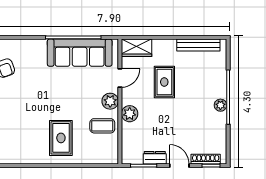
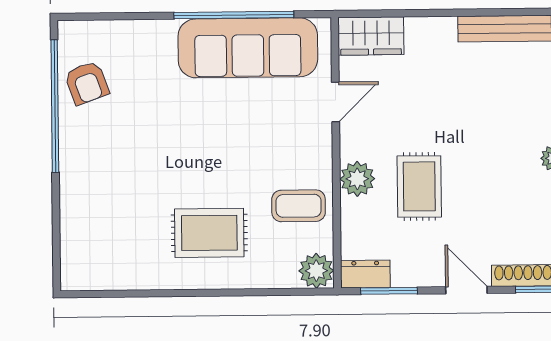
rug: (164, 82) -> (419, 186), moved
plant: (110, 101) -> (316, 271), moved
rug: (61, 138) -> (209, 233), turned 90
dresser: (155, 158) -> (365, 274), moved

